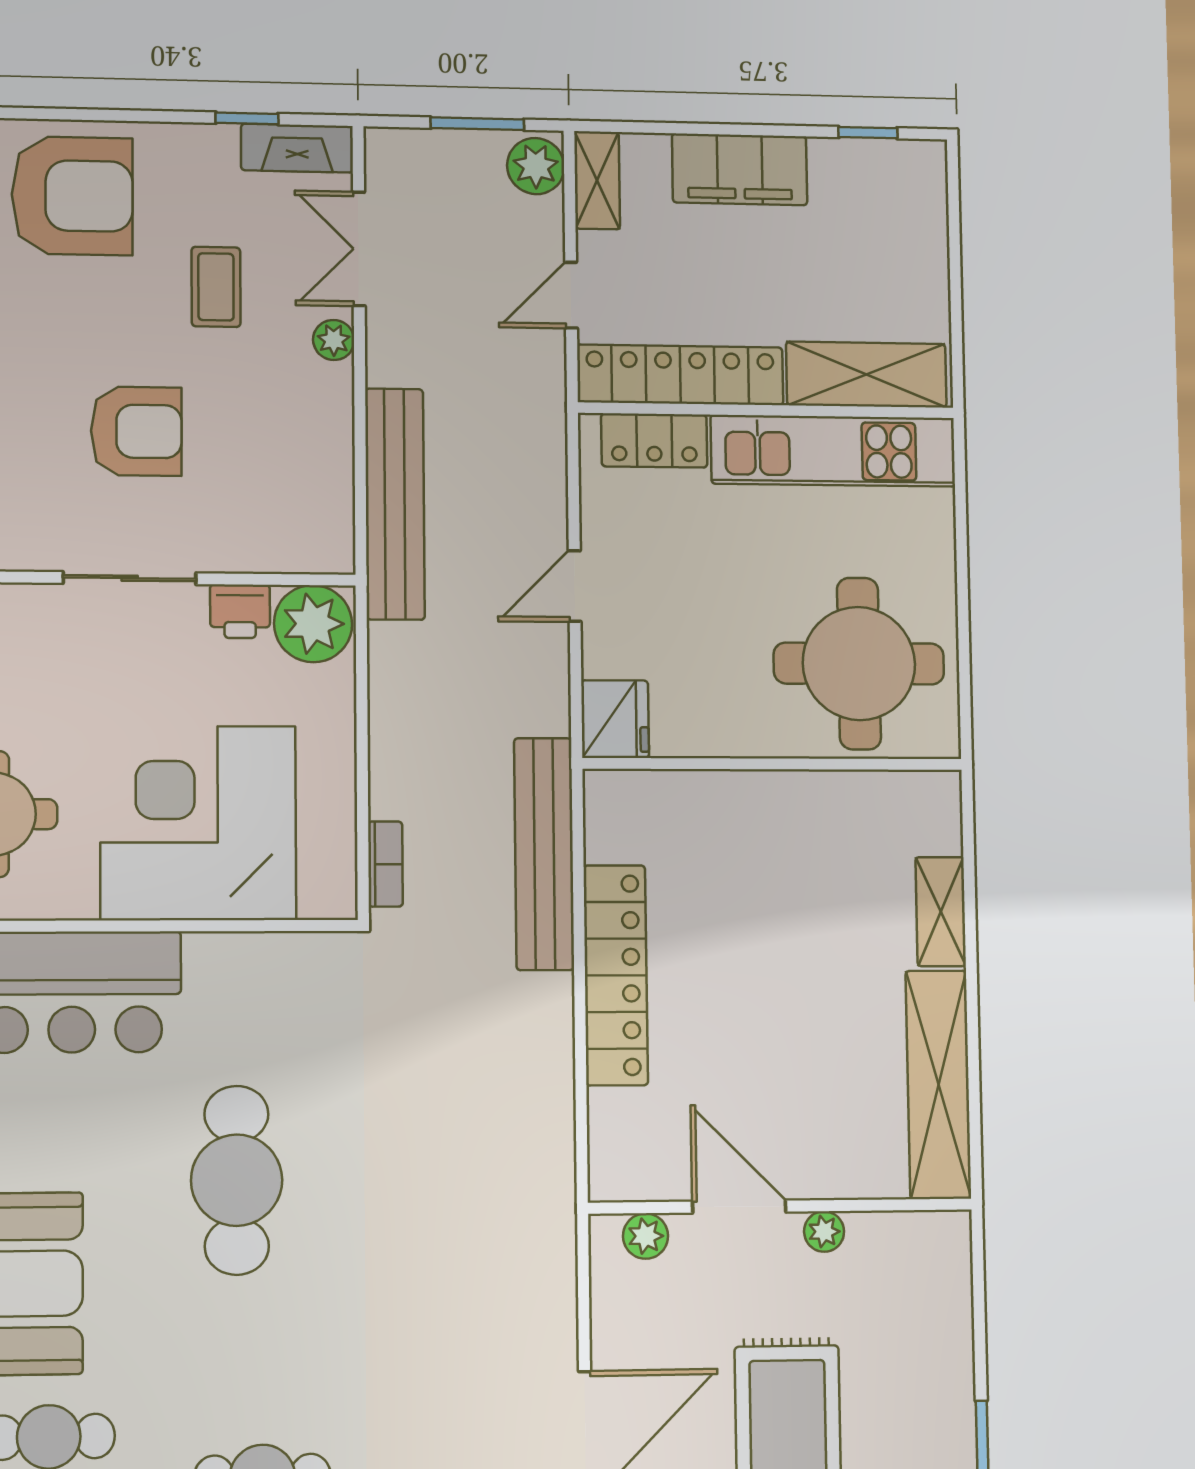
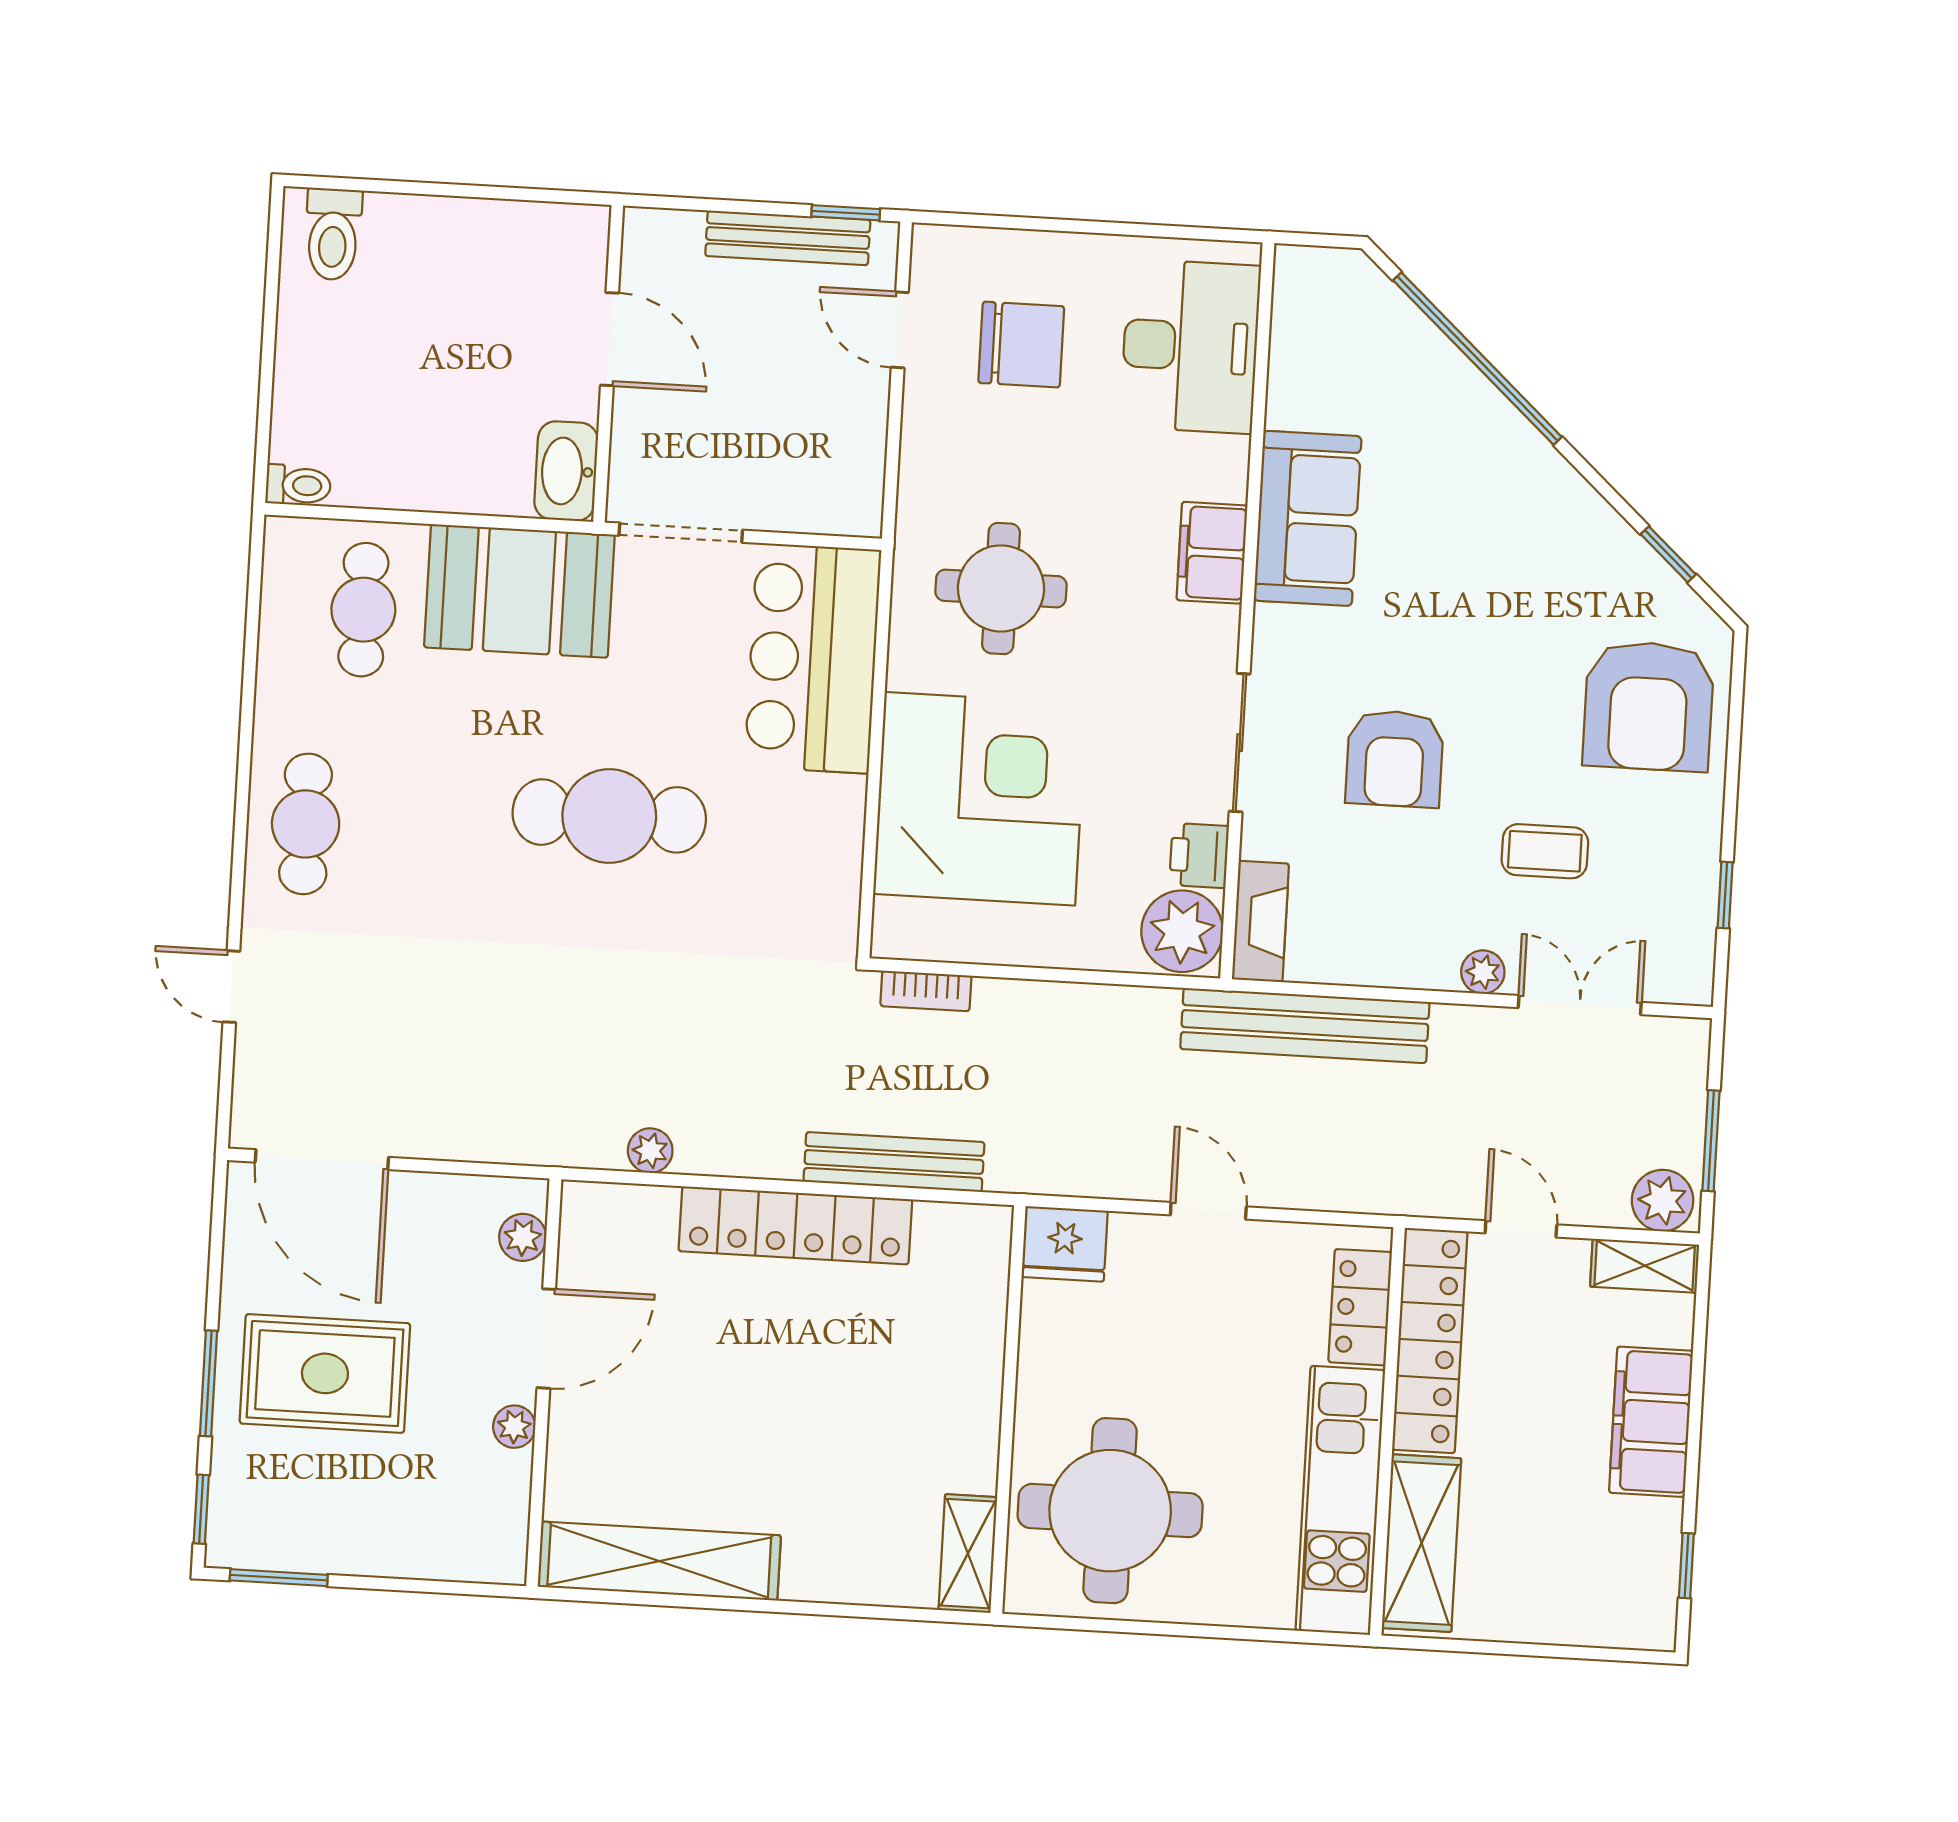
fireplace: (297, 148) -> (1260, 921), moved, turned 180
bench: (544, 854) -> (894, 1162), width x0.73, depth x0.82
shelving: (941, 912) -> (968, 1554), moved, turned 90
plant: (555, 1119) -> (650, 1151), added

